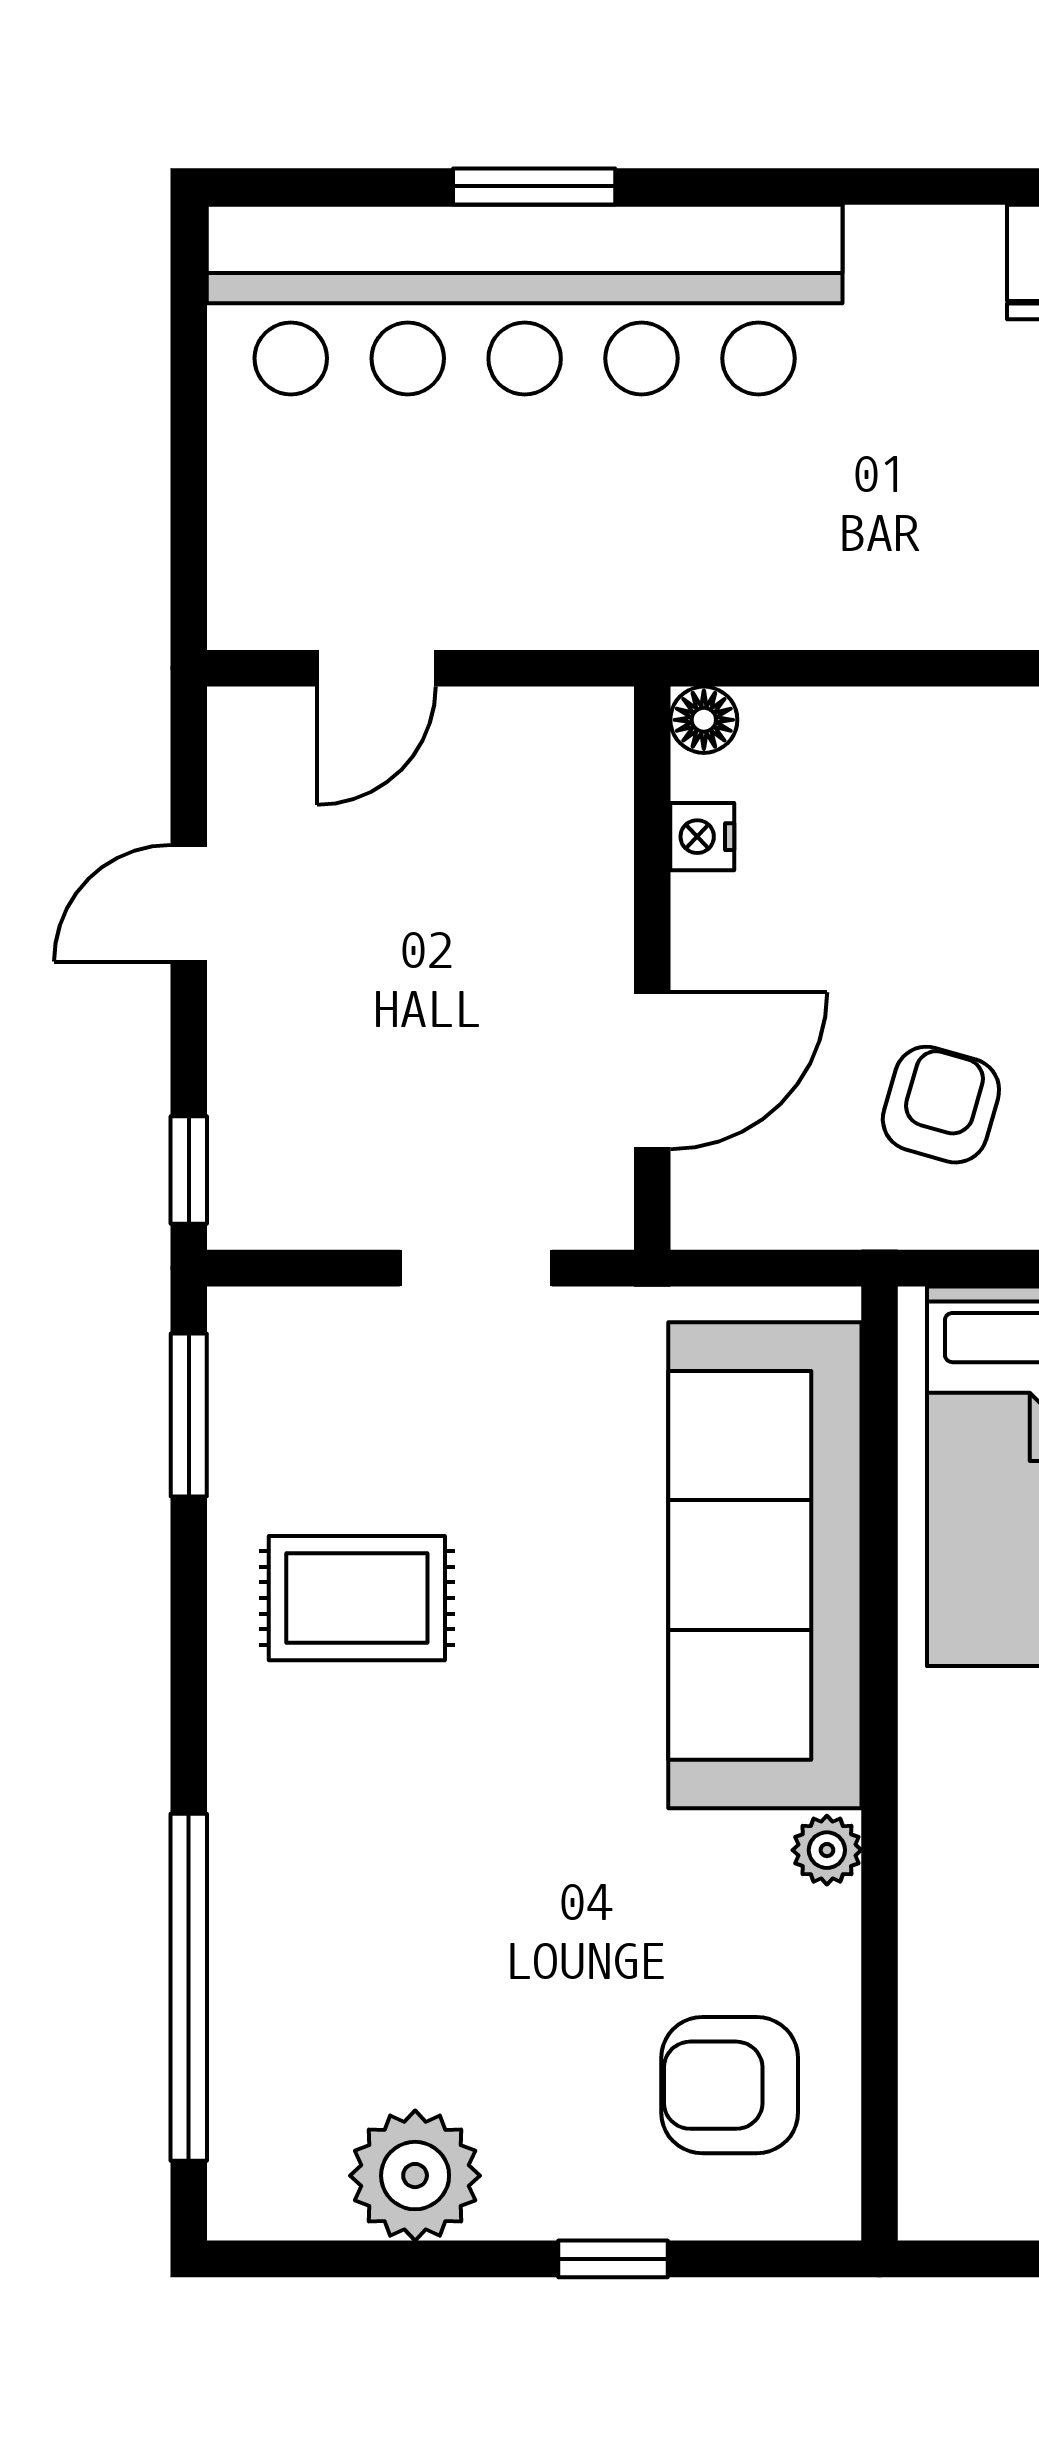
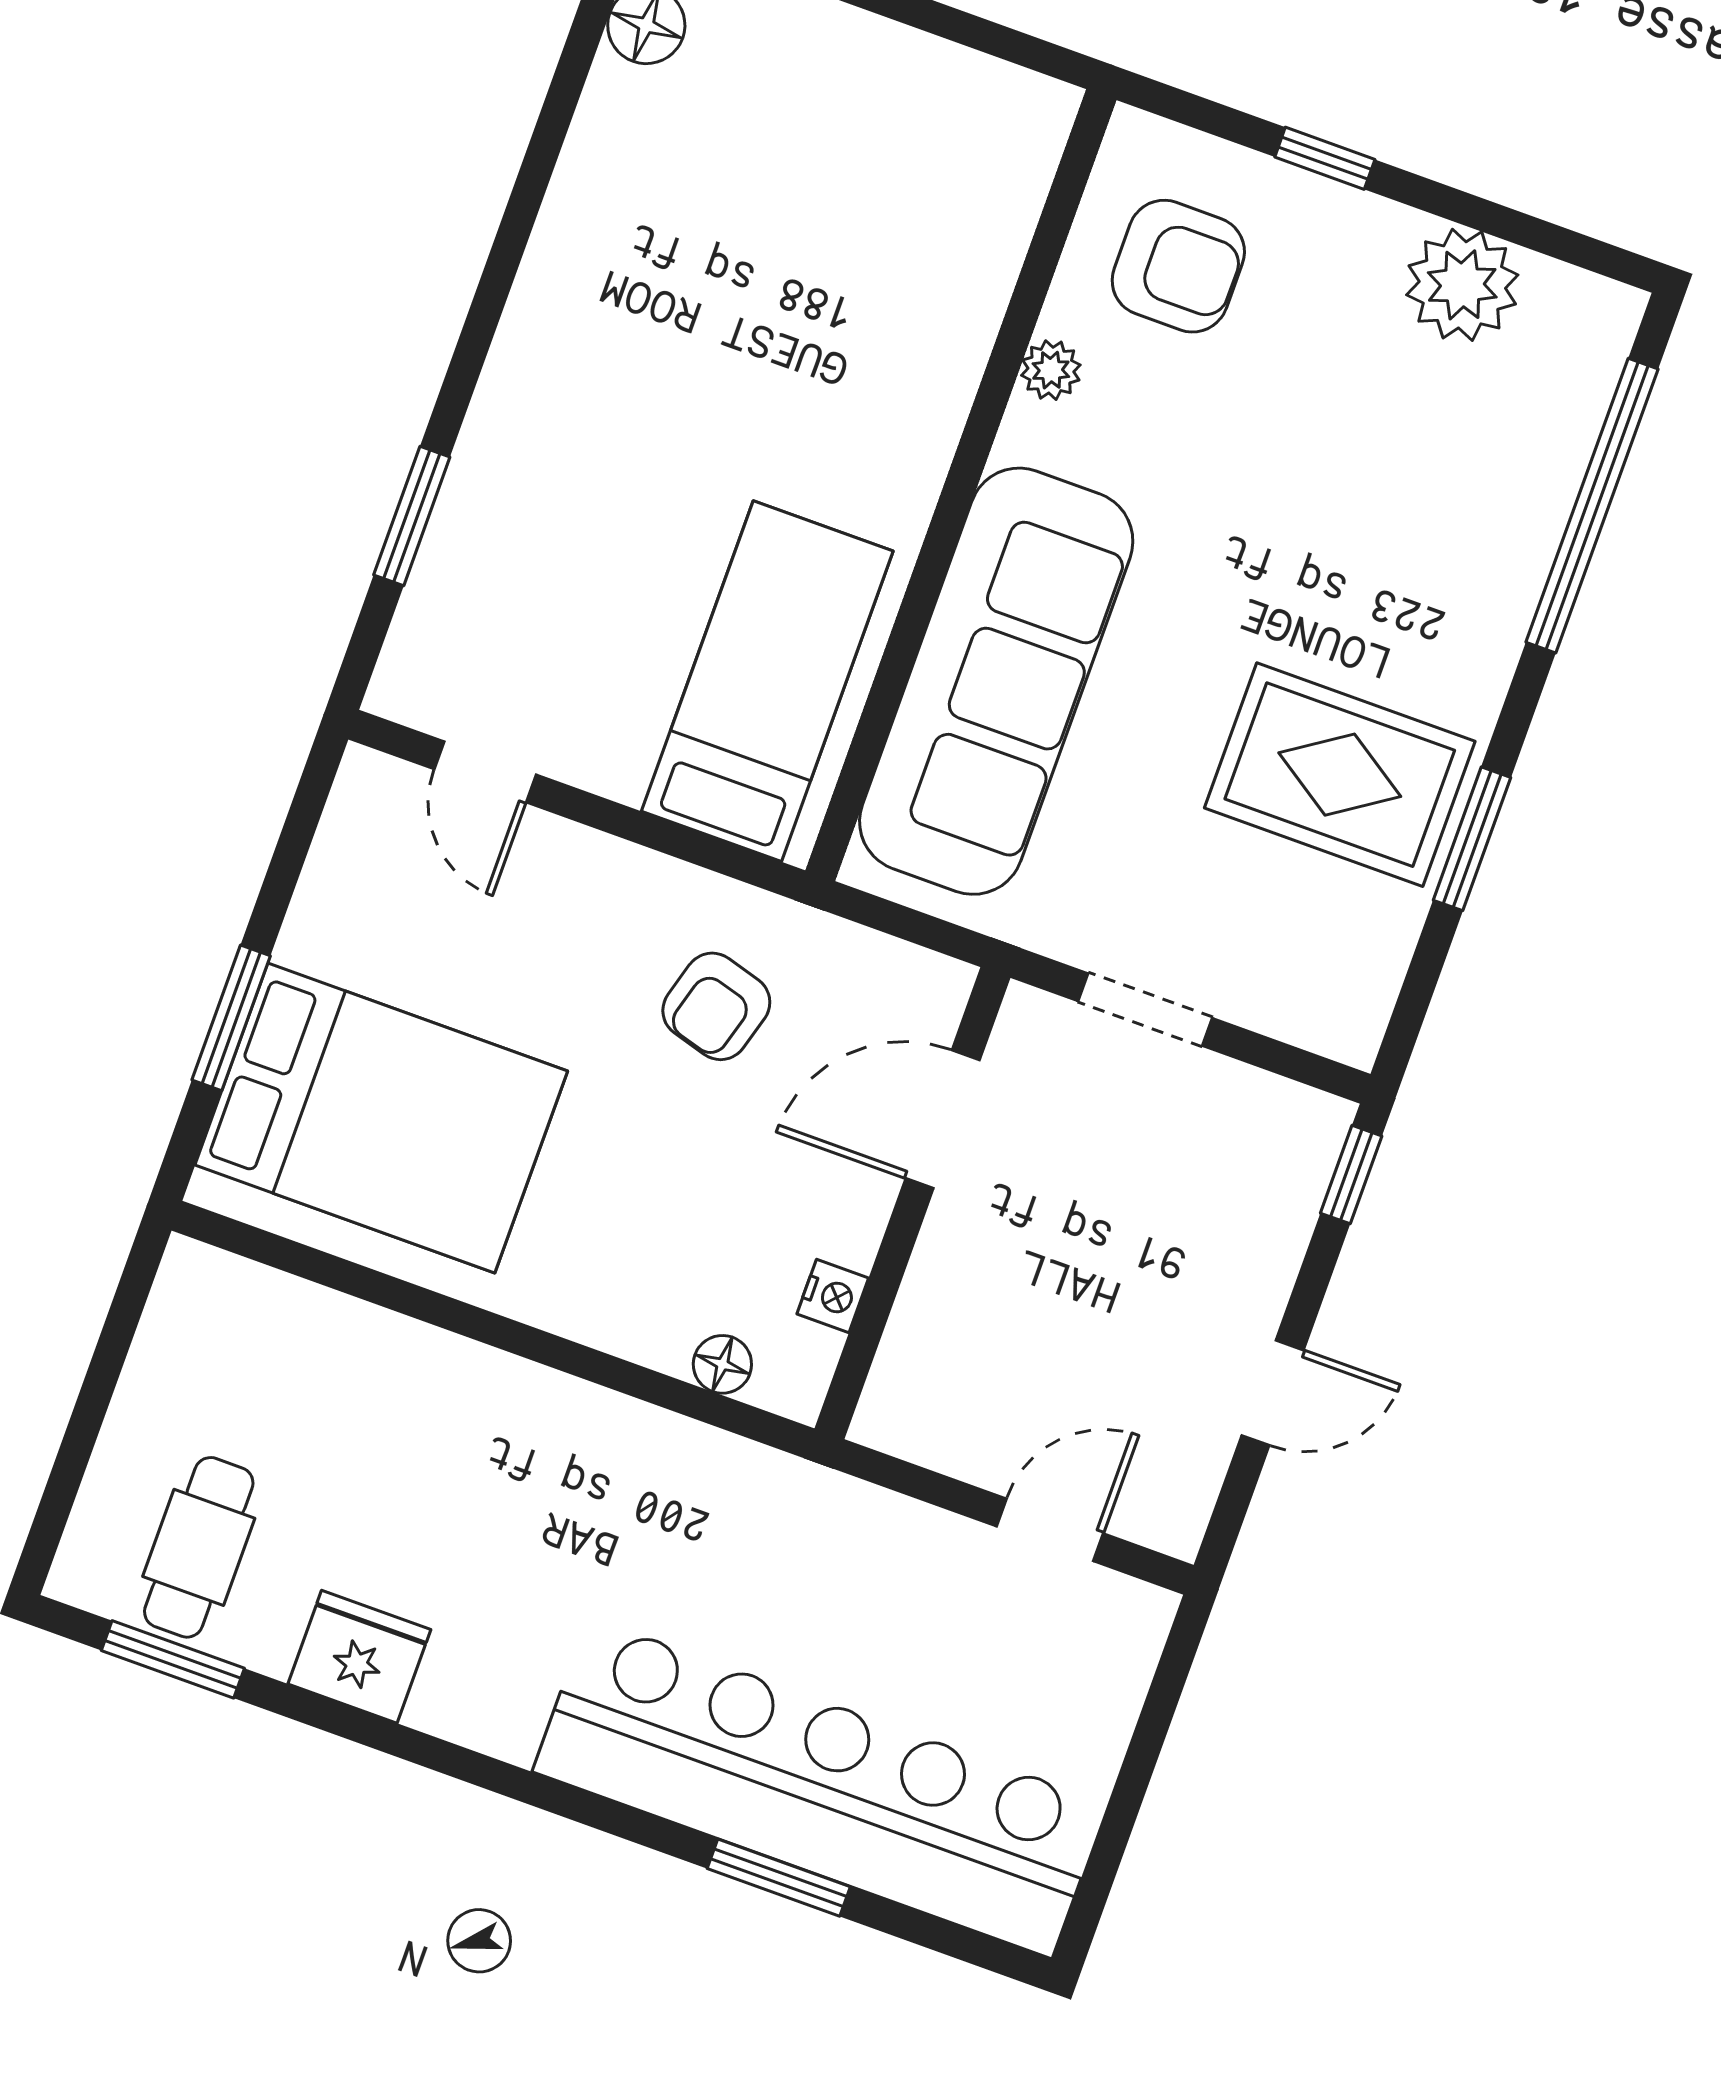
floor lamp: (704, 720) -> (722, 1364), moved
window: (189, 1415) -> (1472, 839), moved
rug: (357, 1598) -> (1340, 775), width x1.36, depth x1.43
plant: (827, 1850) -> (1051, 370), moved

